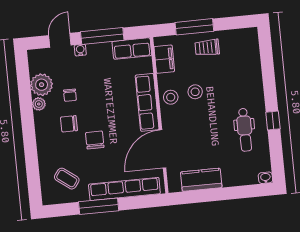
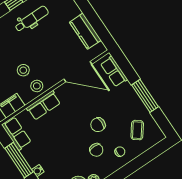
chair: (70, 95) -> (120, 152), moved
row of seats: (147, 102) -> (44, 105), width x0.68
row of seats: (124, 189) -> (114, 71), width x0.50

